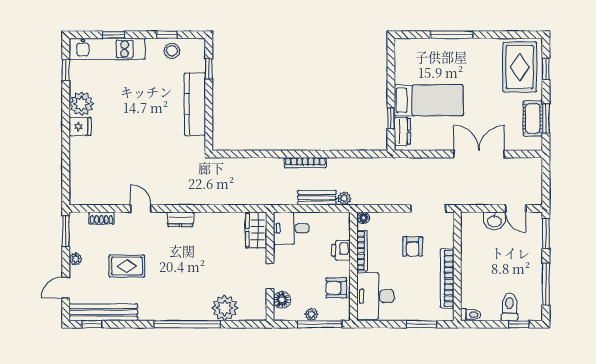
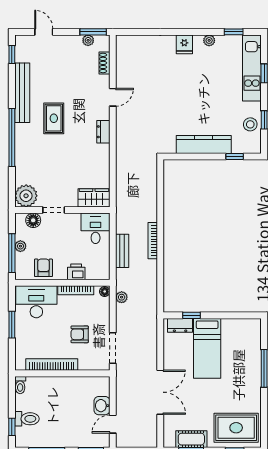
plant: (81, 104) -> (209, 40), width x0.53, depth x0.53
plant: (344, 198) -> (122, 297), moved
plant: (76, 259) -> (88, 40), moved
rug: (127, 266) -> (54, 118), moved
plant: (225, 308) -> (26, 196), moved
bench: (103, 312) -> (22, 93), moved
window: (422, 324) -> (12, 325), moved

